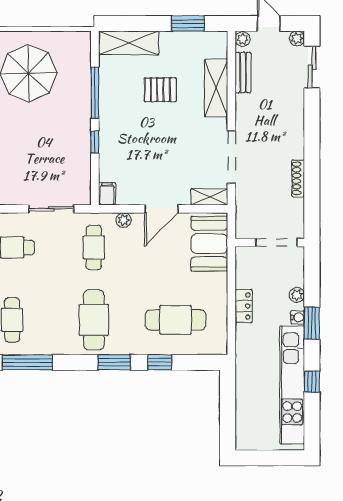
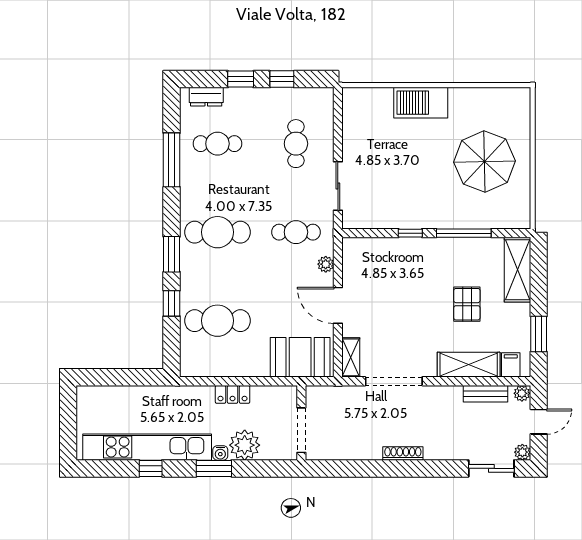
shoe rack: (298, 178) -> (403, 453), moved
filing cabinet: (107, 194) -> (511, 365), moved, turned -90
plant: (297, 295) -> (245, 445), width x1.88, depth x1.88
cafe table: (176, 320) -> (217, 321), turned 90

